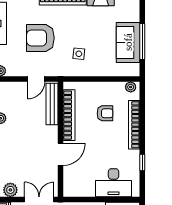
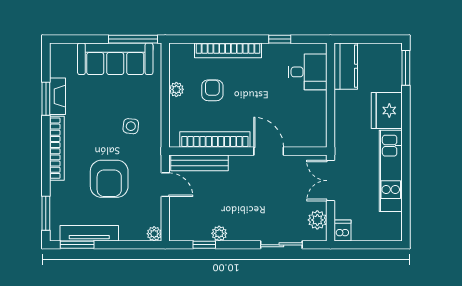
sofa: (128, 42) -> (115, 59), width x1.36
window: (142, 42) -> (133, 39), moved
plant: (131, 87) -> (176, 89), moved
desk: (114, 183) -> (308, 72), width x0.73

